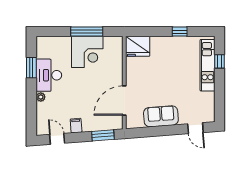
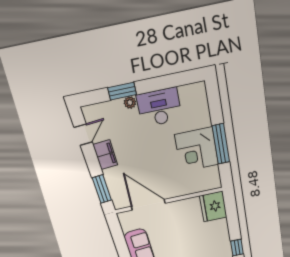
window: (31, 68) -> (122, 91), moved
filing cabinet: (76, 126) -> (105, 155), width x2.00

